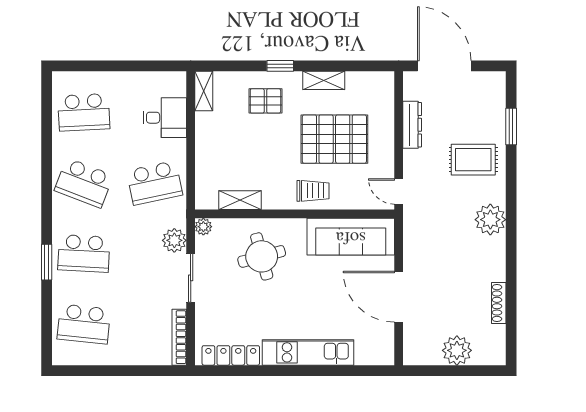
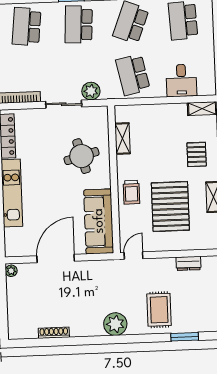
dresser: (412, 125) -> (188, 263), width x0.70
plant: (203, 227) -> (102, 112), removed
plant: (457, 350) -> (11, 271), moved, width x0.53, depth x0.53

